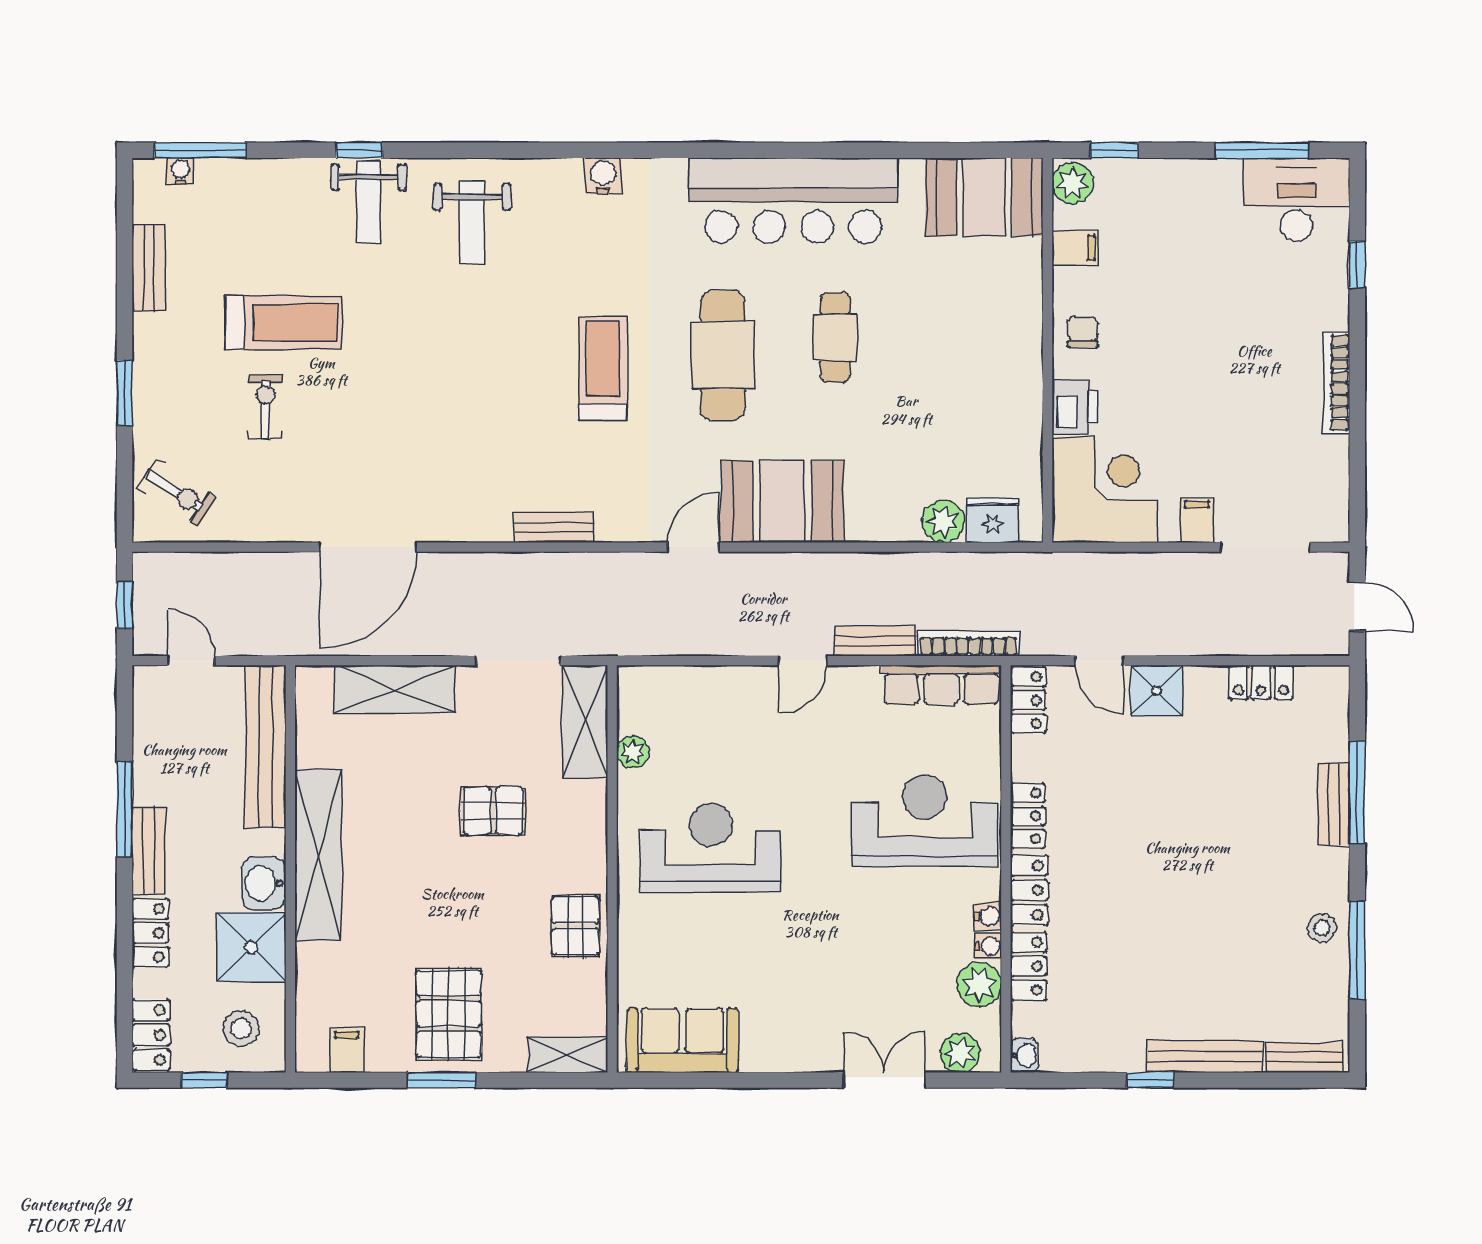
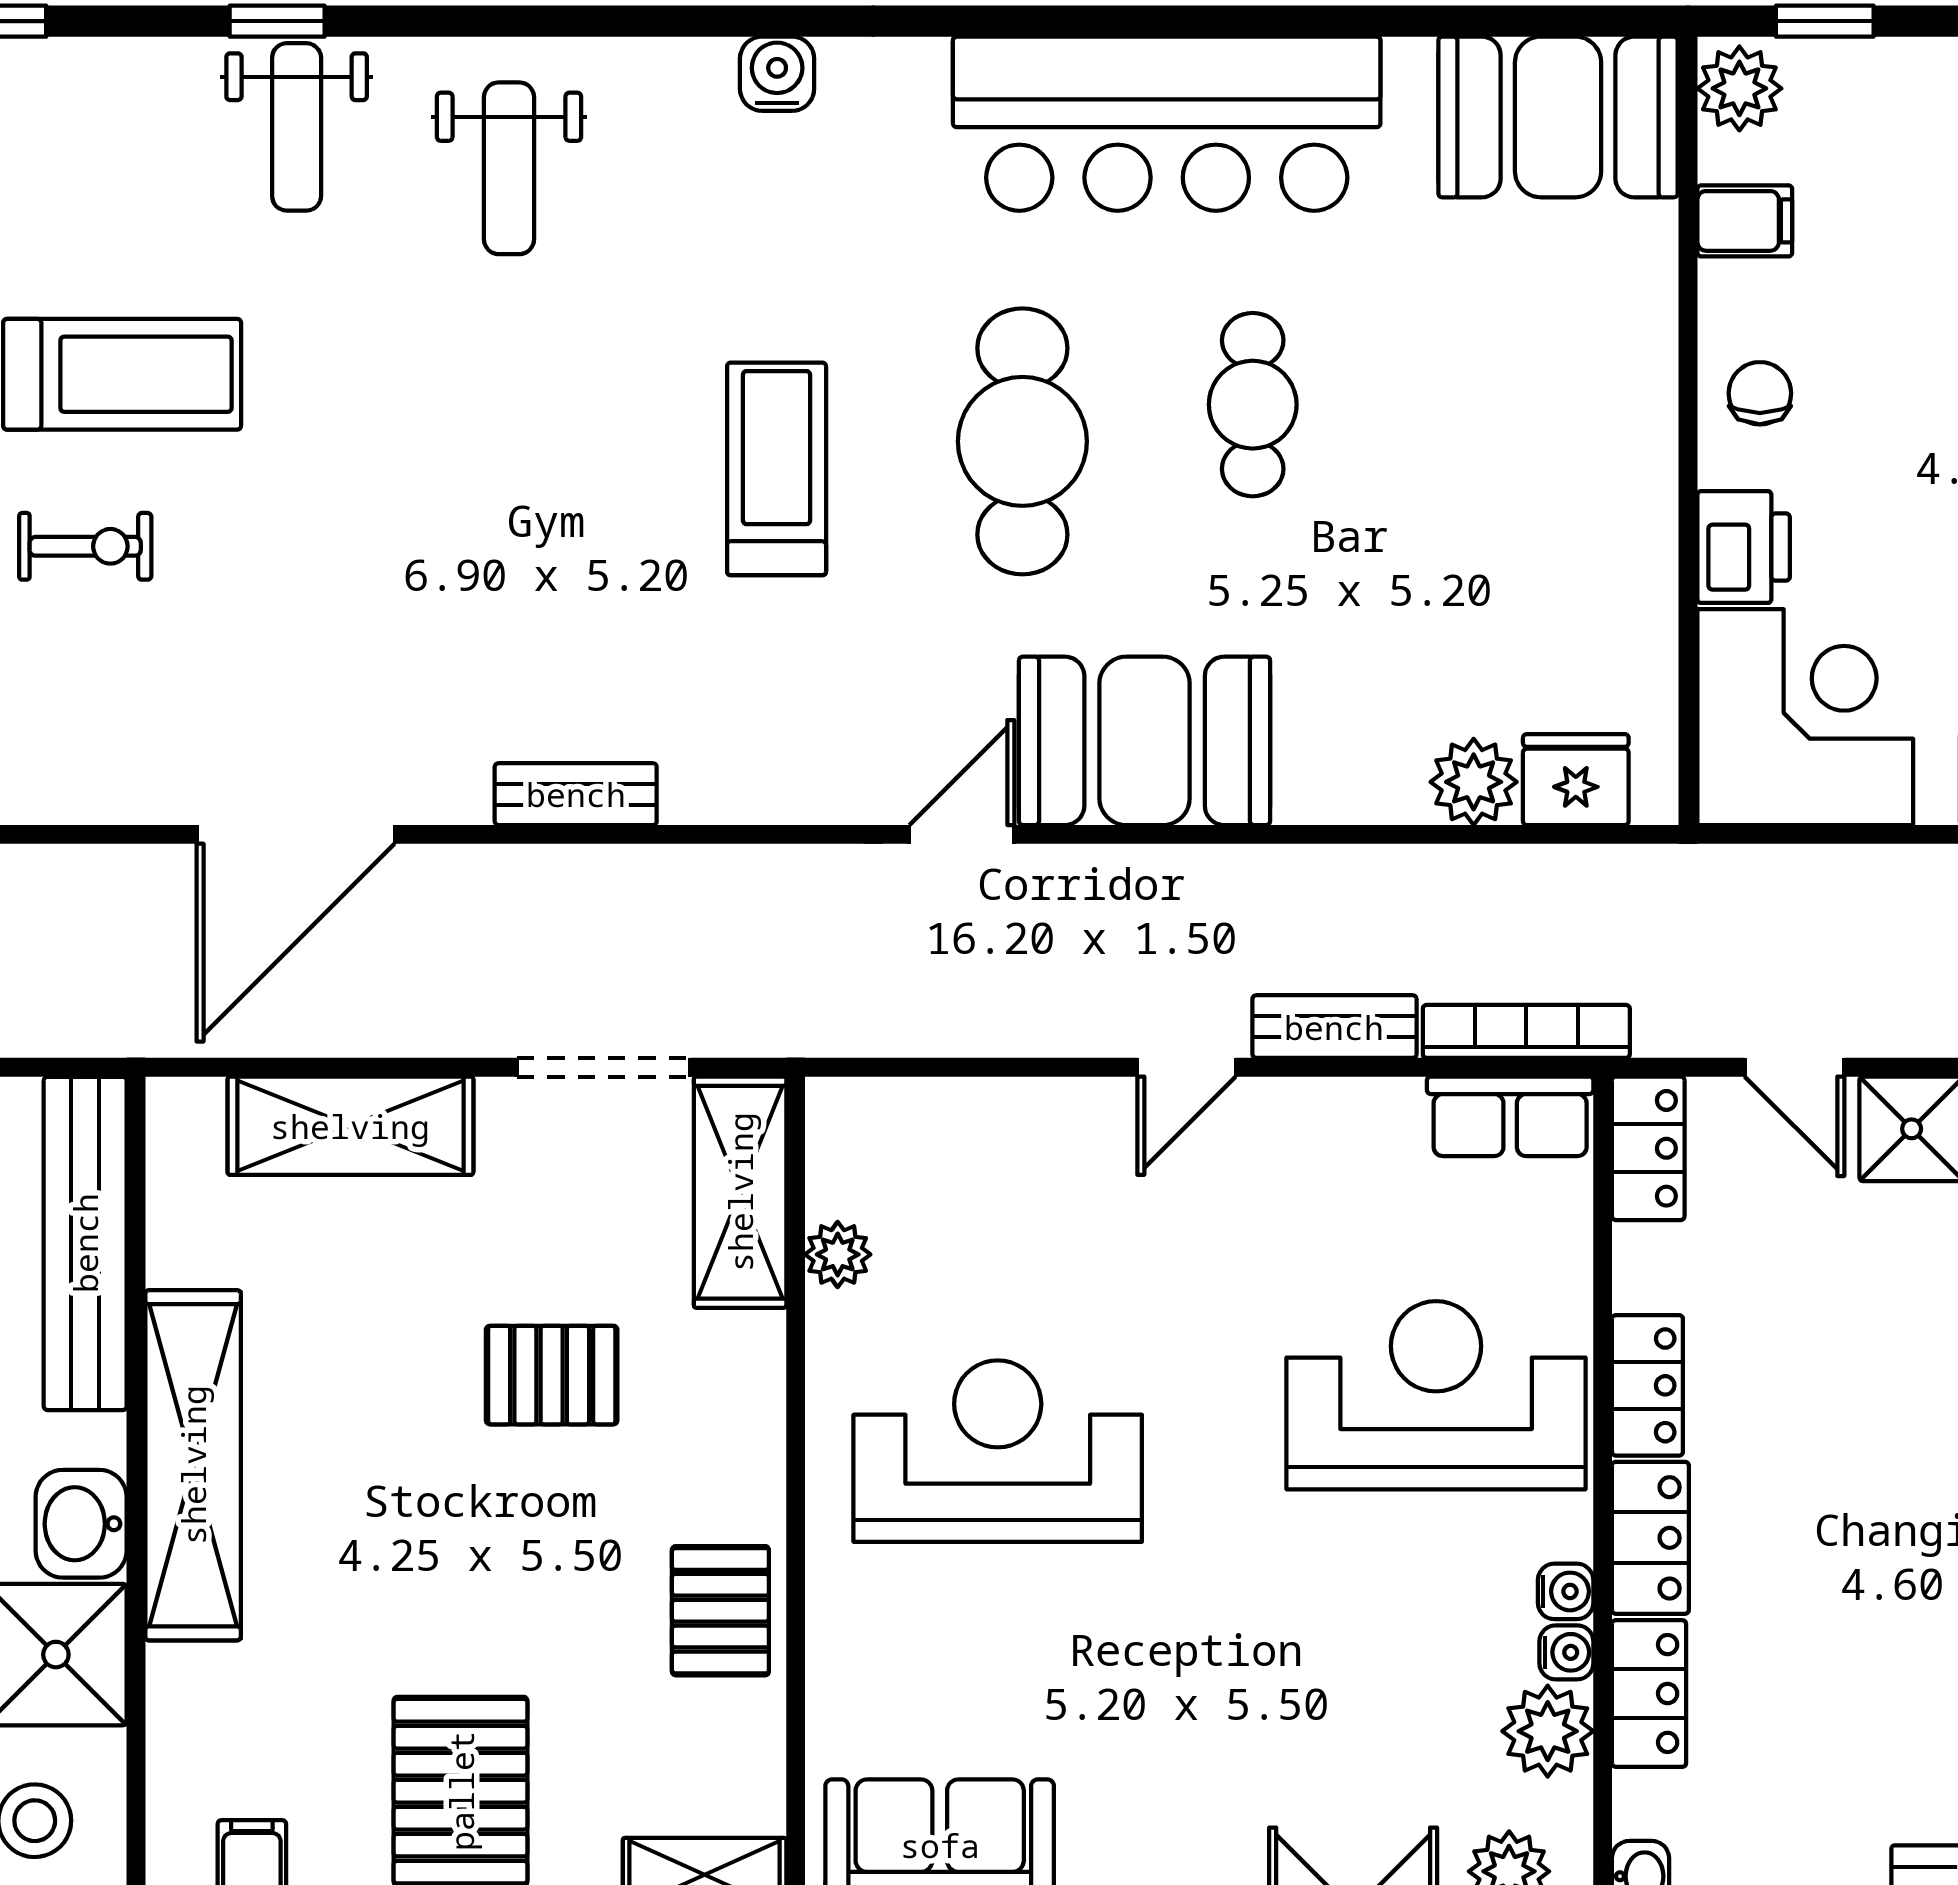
exercise bike: (266, 407) -> (85, 546), turned 90
bench: (554, 527) -> (576, 794), moved
row of seats: (941, 685) -> (1510, 1116), width x0.68

